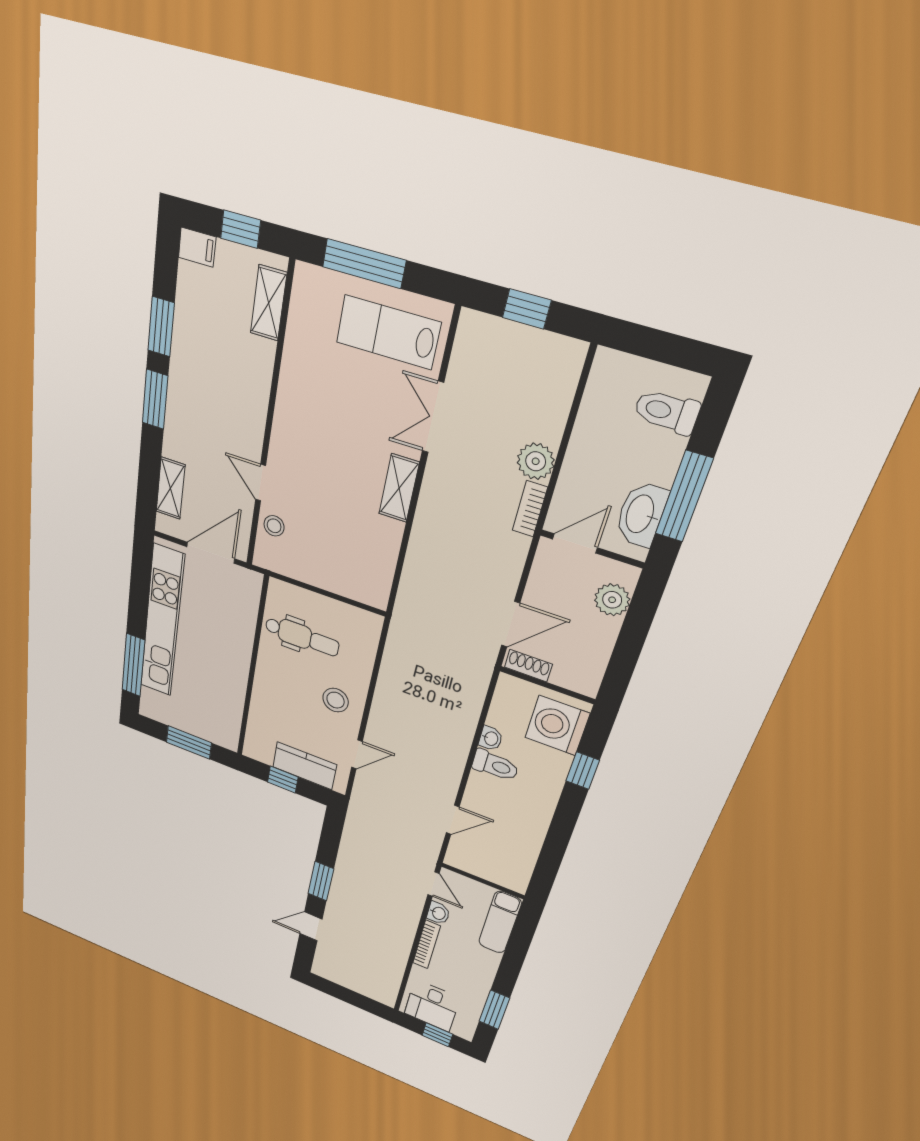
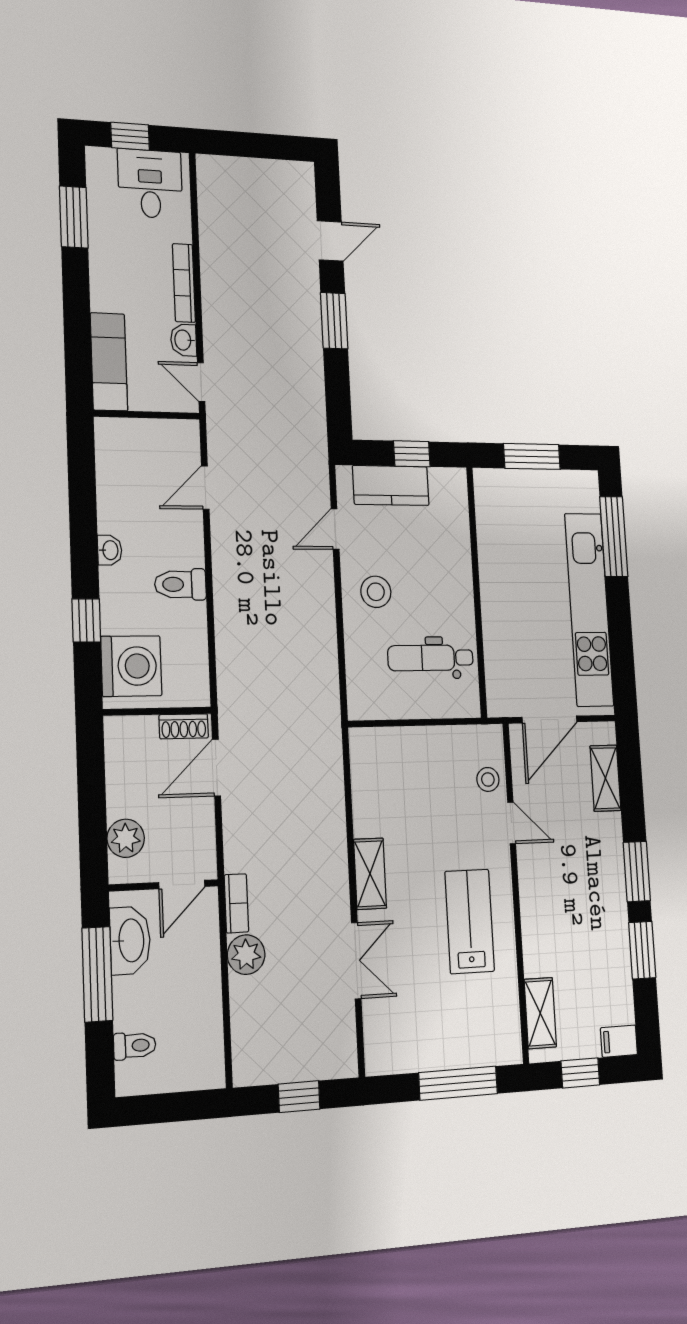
lab bench: (388, 332) -> (470, 921), moved, turned -90
toilet: (667, 412) -> (135, 1046), width x0.73, depth x0.72
washbasin: (491, 738) -> (110, 550), moved, turned 180

